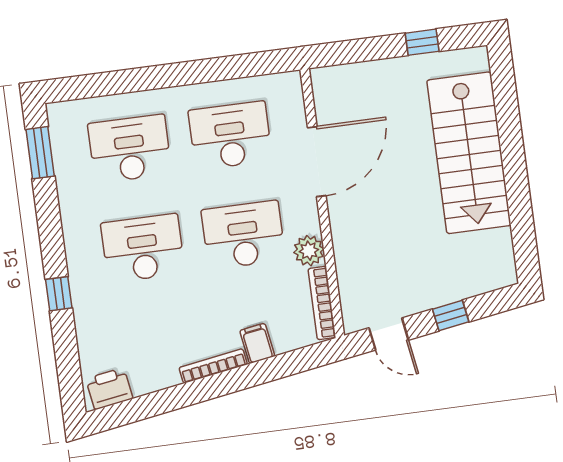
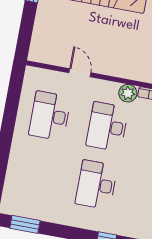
desk: (130, 149) -> (39, 174), removed
door: (317, 162) -> (80, 73), width x0.53

